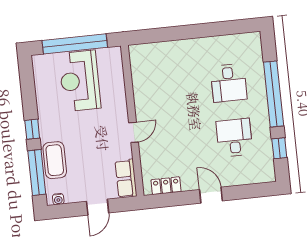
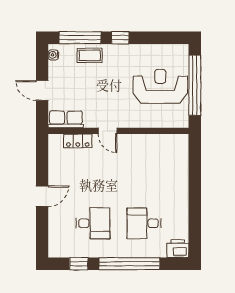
printer: (252, 44) -> (178, 249), added
coffee table: (55, 160) -> (90, 55), width x0.73, depth x0.77
locker: (166, 186) -> (78, 141), moved, turned 90

